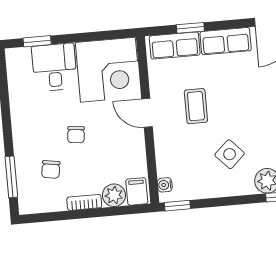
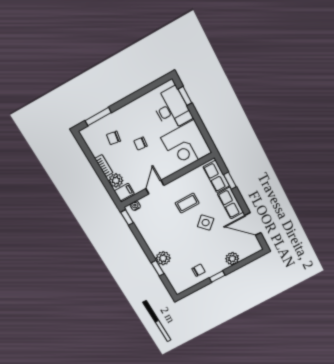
desk: (54, 67) -> (172, 109), width x1.37
door: (147, 113) -> (155, 187), moved
side table: (230, 154) -> (206, 223), moved

